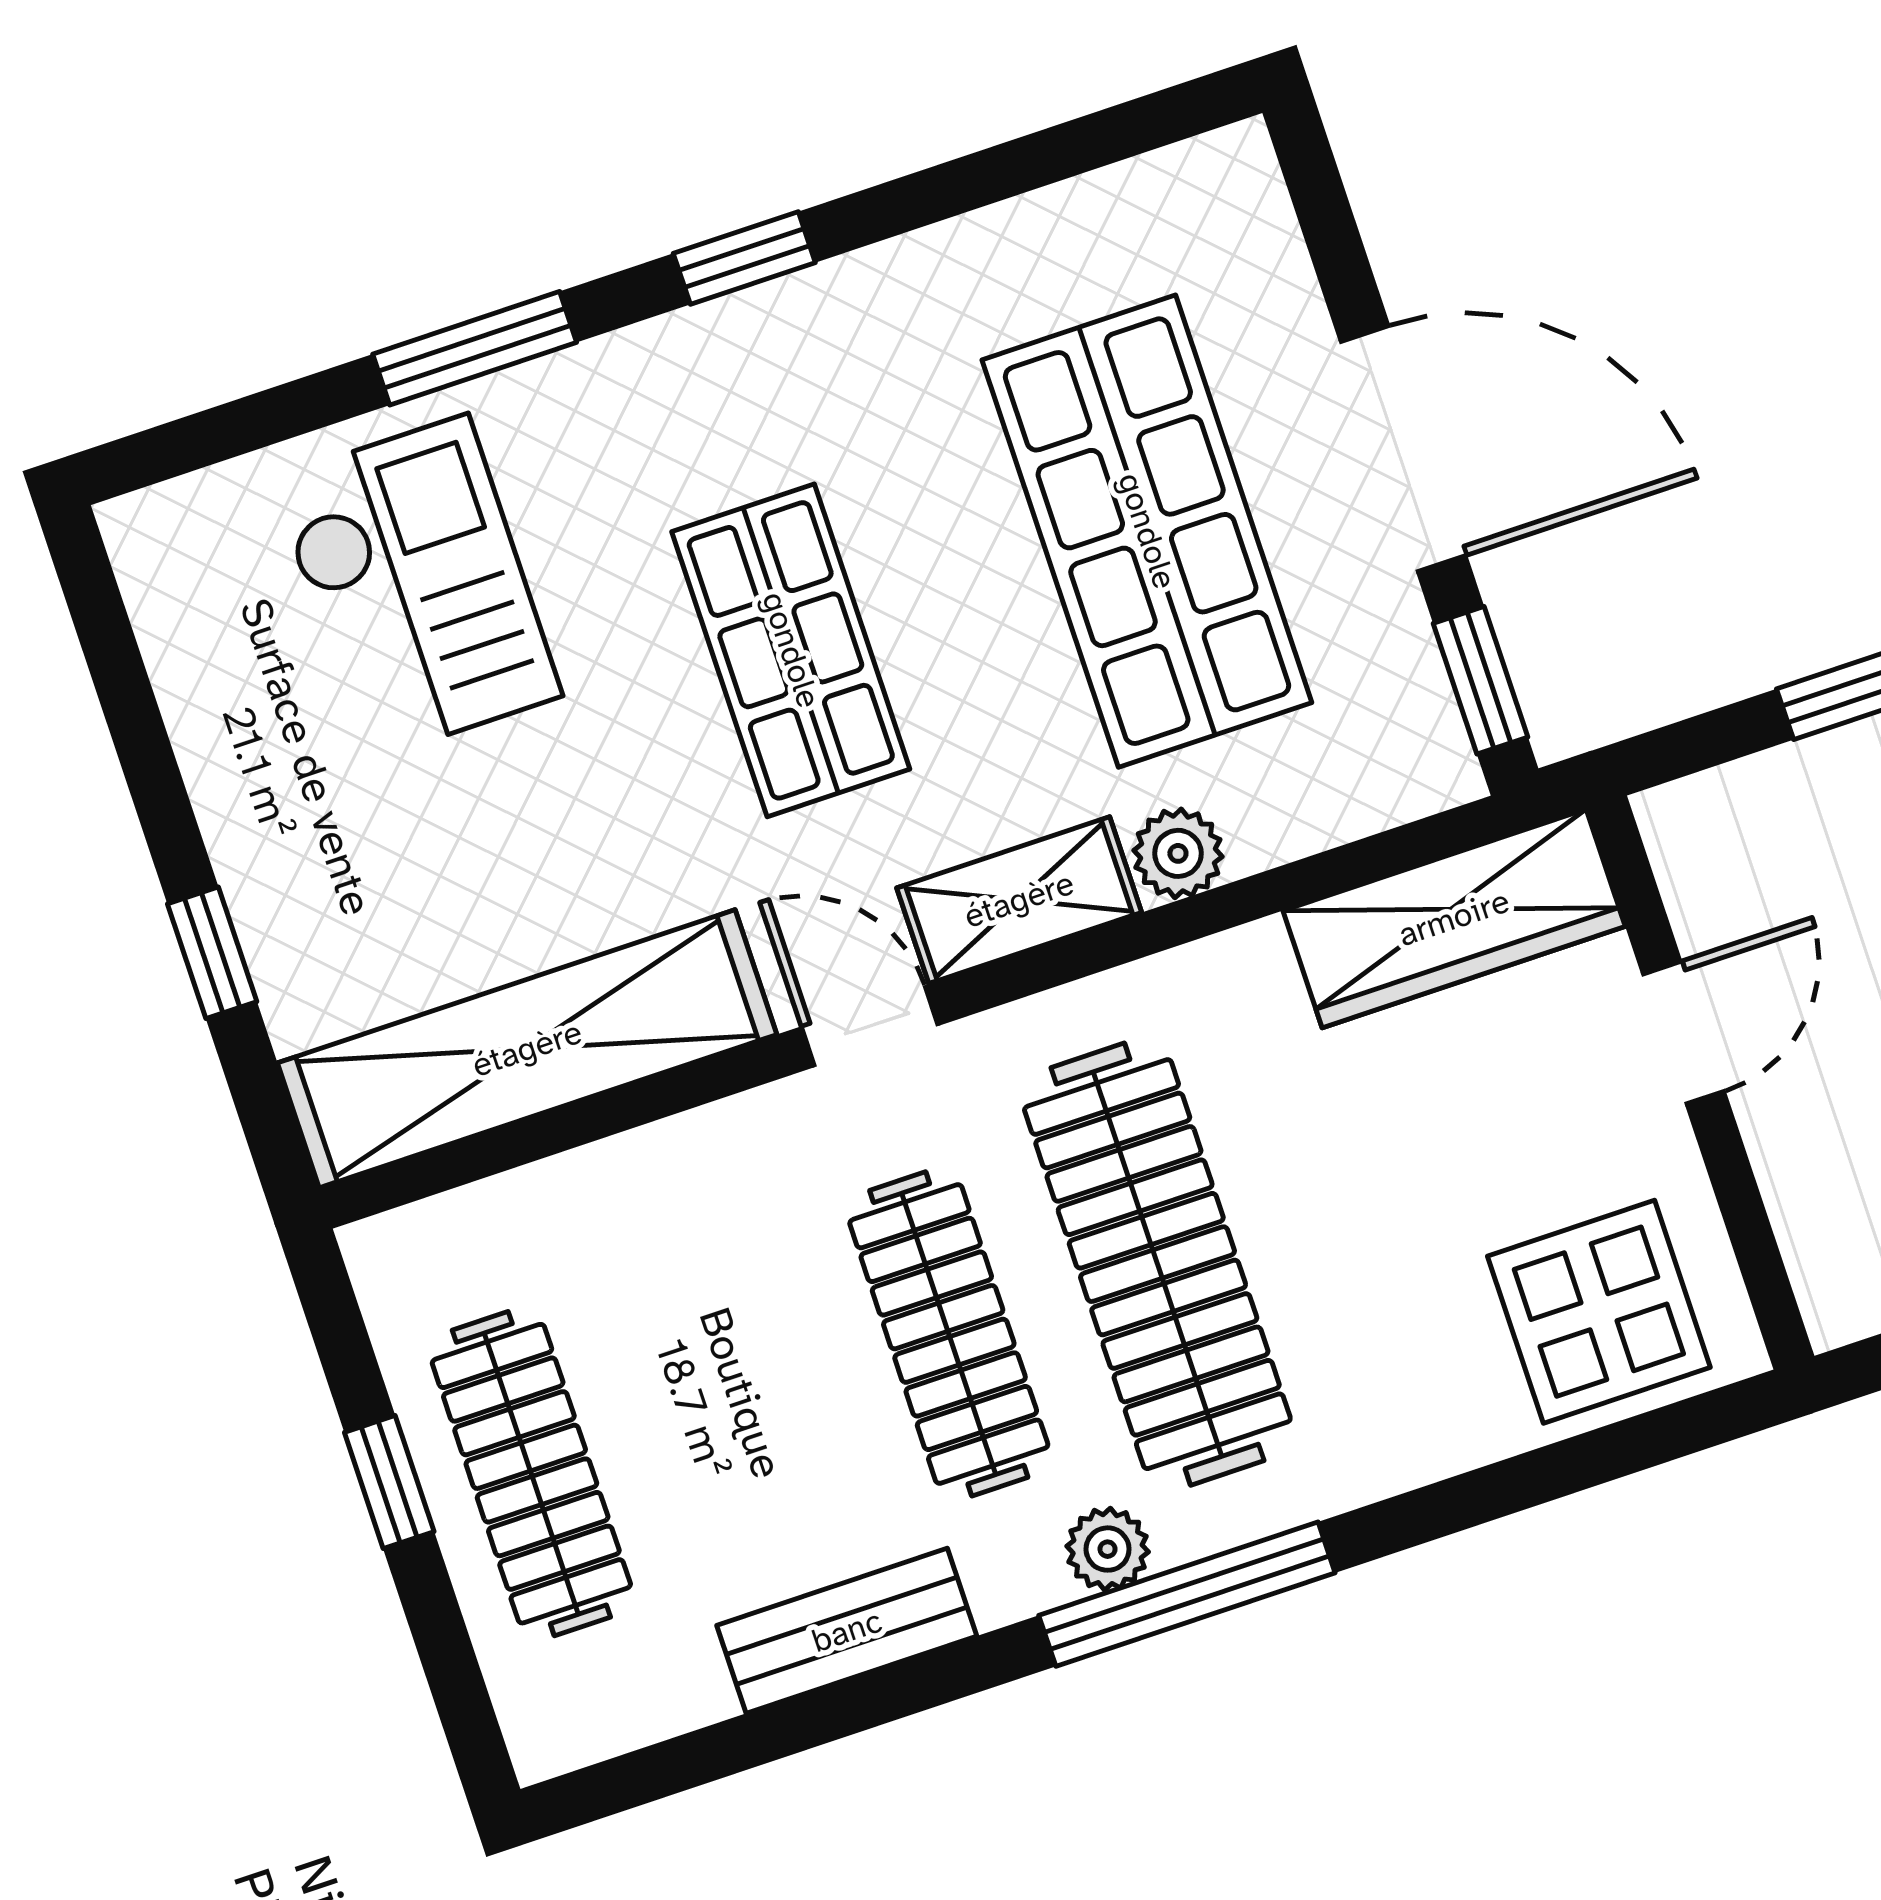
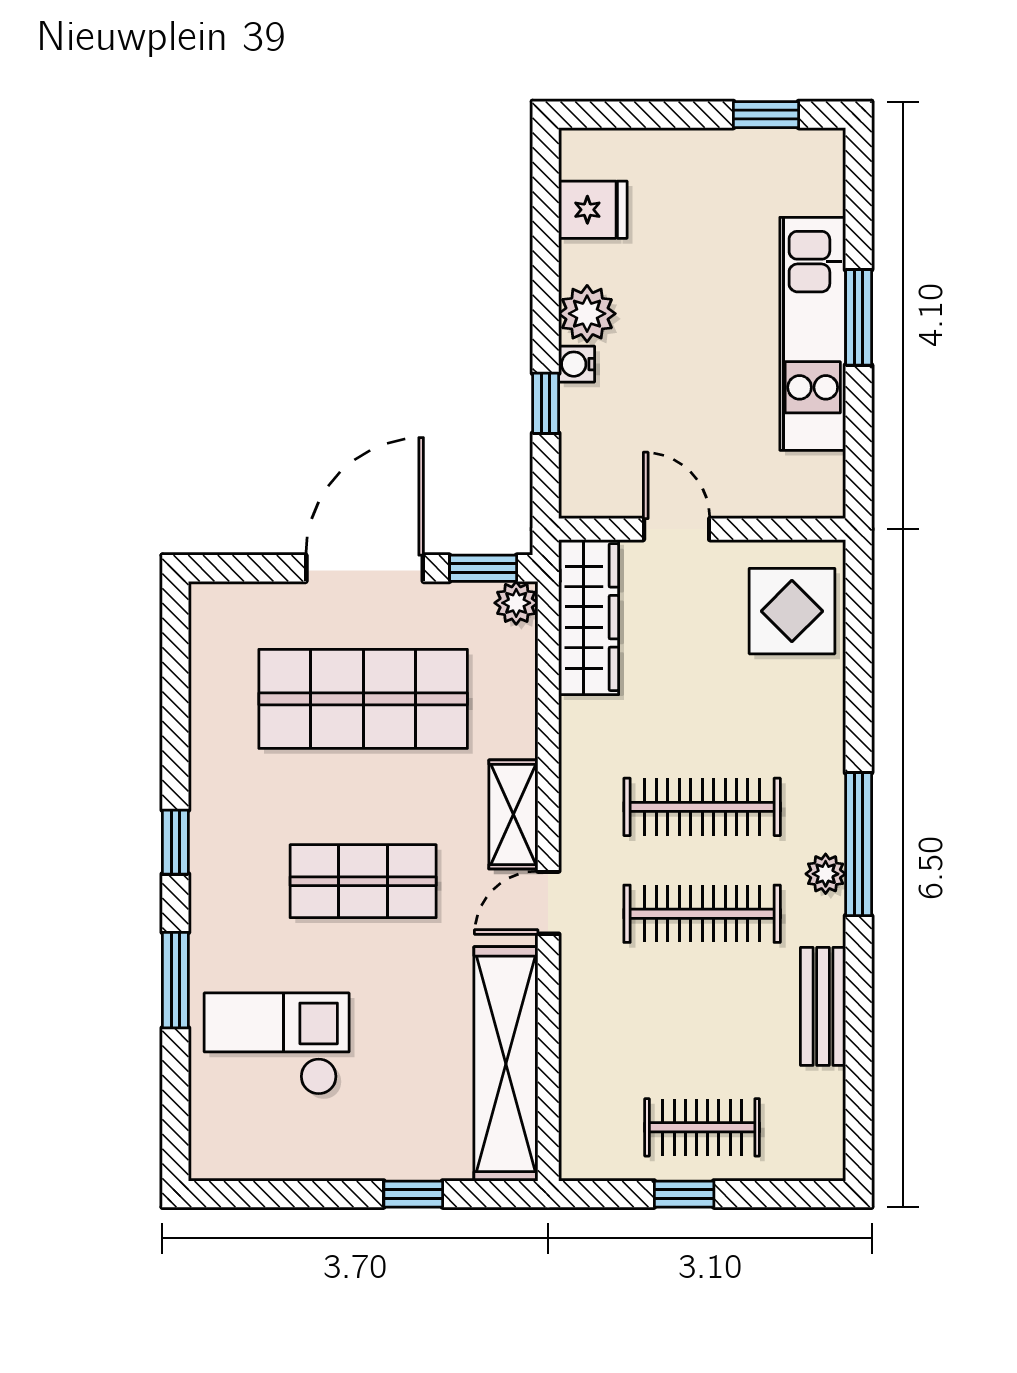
plant: (1178, 853) -> (516, 603), moved
clothes rail: (1157, 1264) -> (702, 807), width x0.73, depth x0.76
clothes rail: (531, 1474) -> (702, 1127), width x0.73

